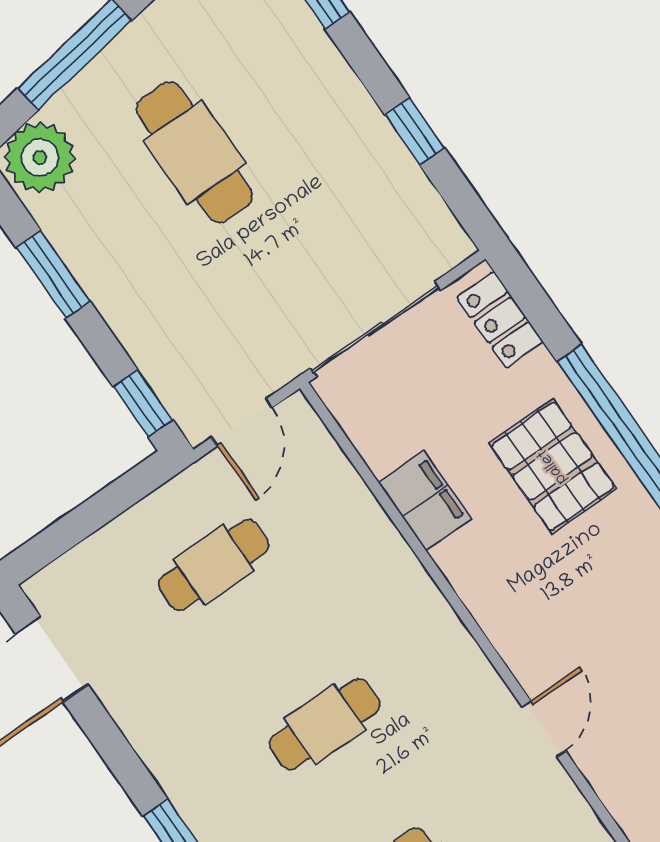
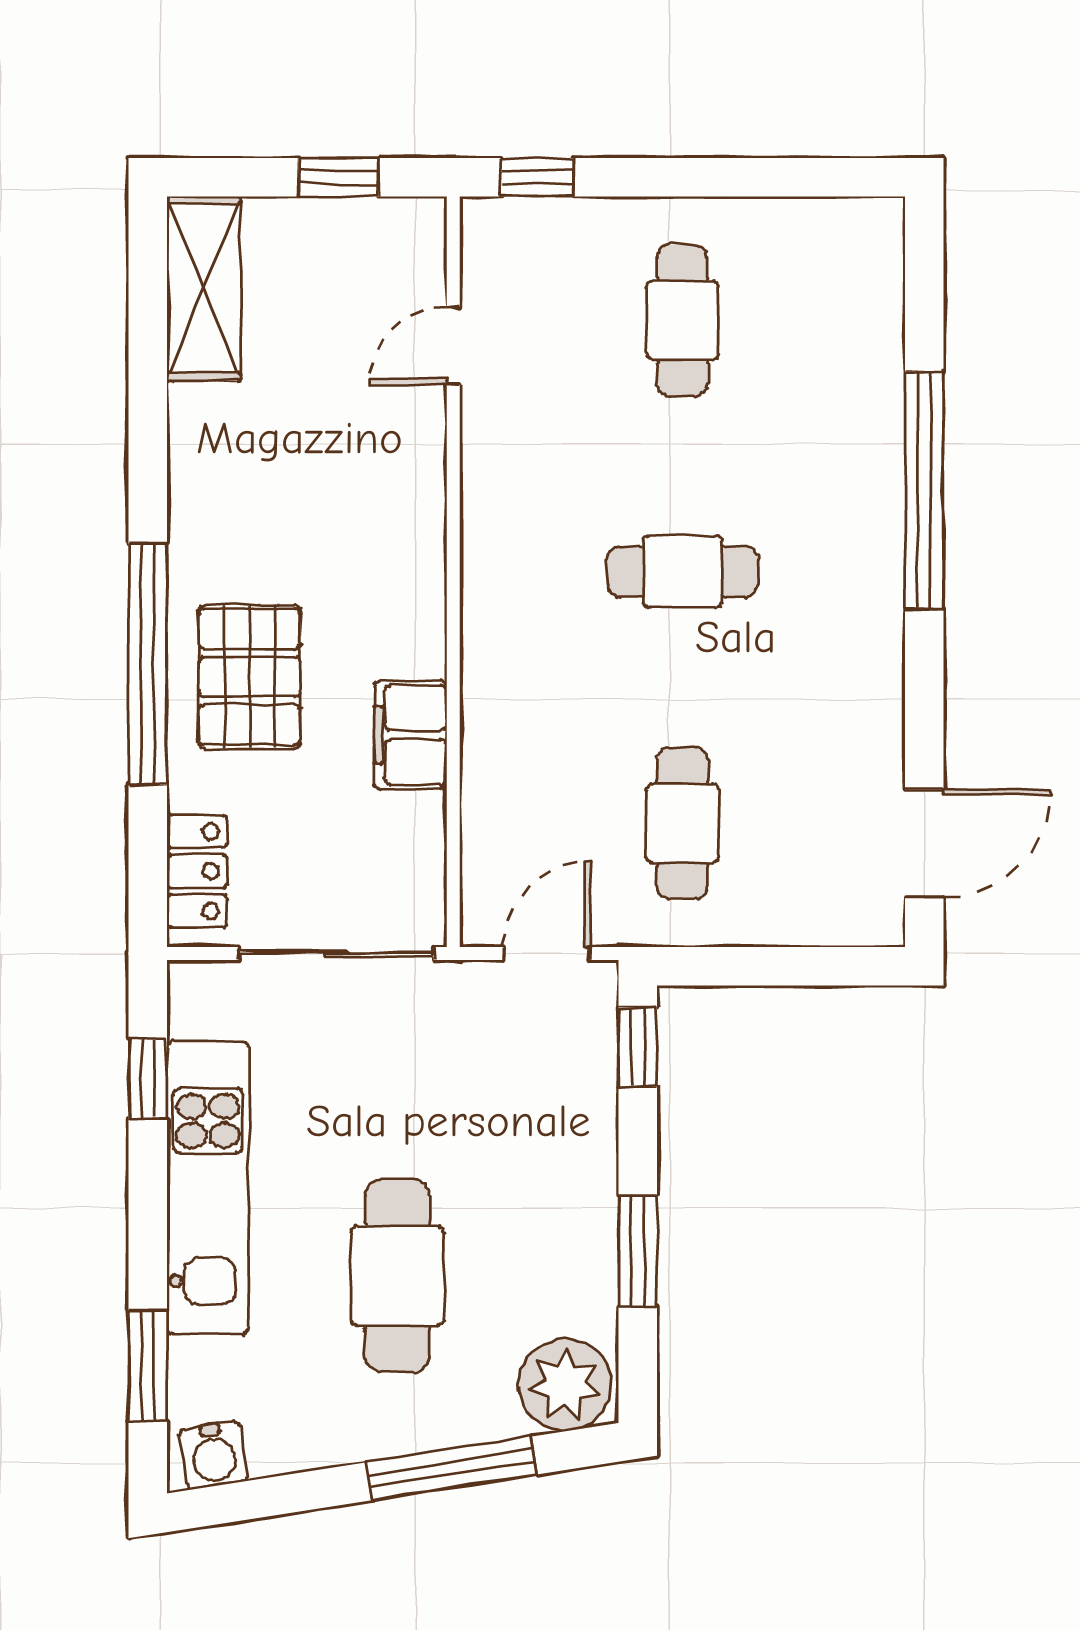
kitchen unit: (353, 124) -> (208, 1188), added
window: (415, 131) -> (148, 1079), moved
cafe table: (214, 565) -> (682, 823), turned 90
door: (544, 729) -> (453, 346), moved

